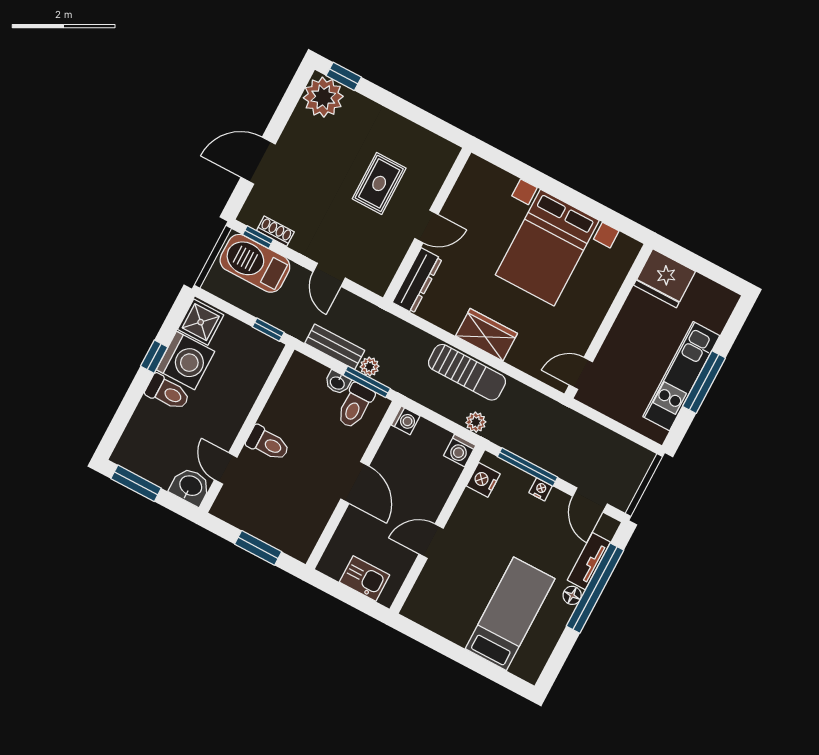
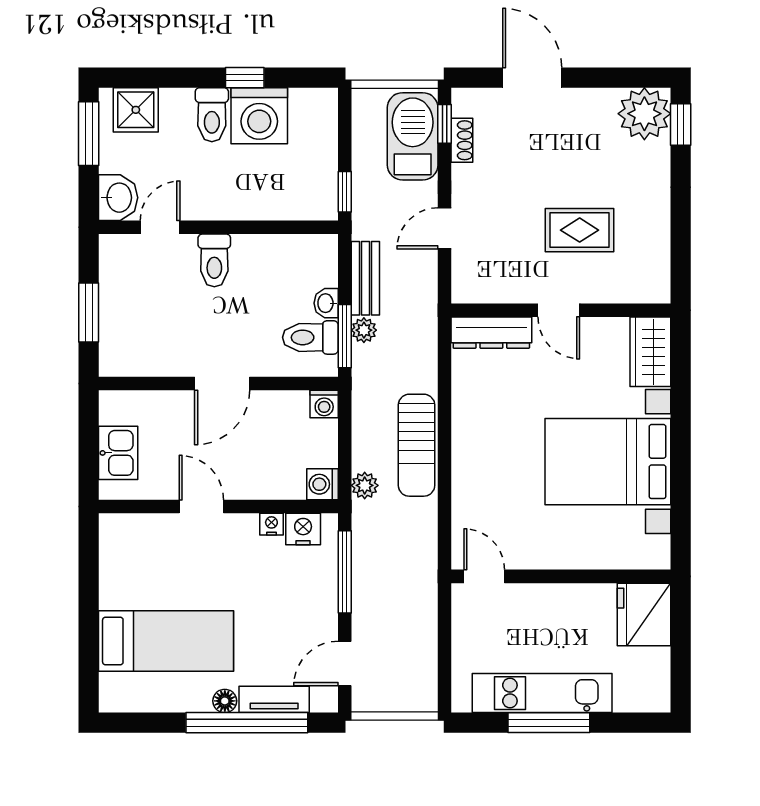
shower: (201, 322) -> (136, 110), moved
wardrobe: (486, 335) -> (650, 352), moved, turned 180
nightstand: (541, 489) -> (271, 524), moved, turned -90

